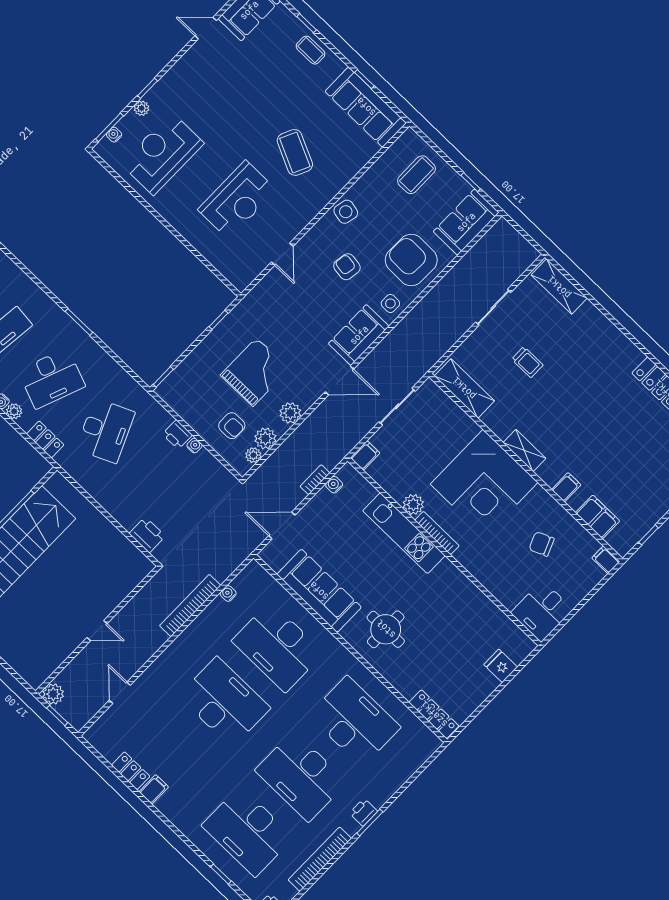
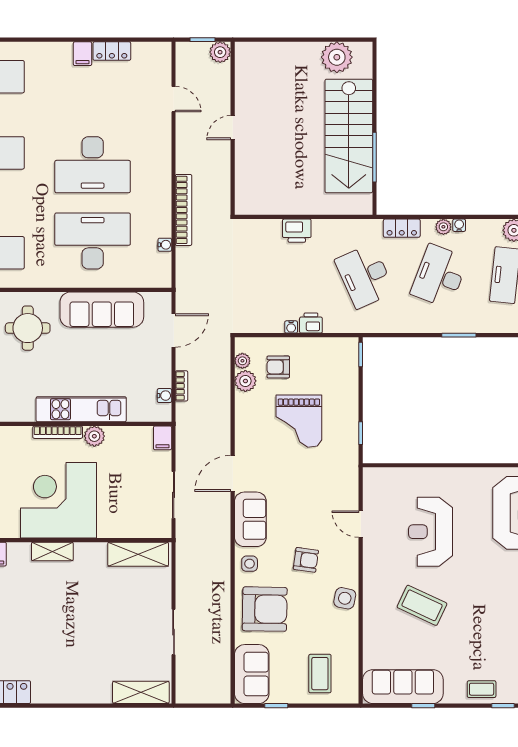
trolley: (527, 362) -> (111, 616), removed
plant: (290, 413) -> (245, 416), removed
printer: (147, 535) -> (297, 231), moved

